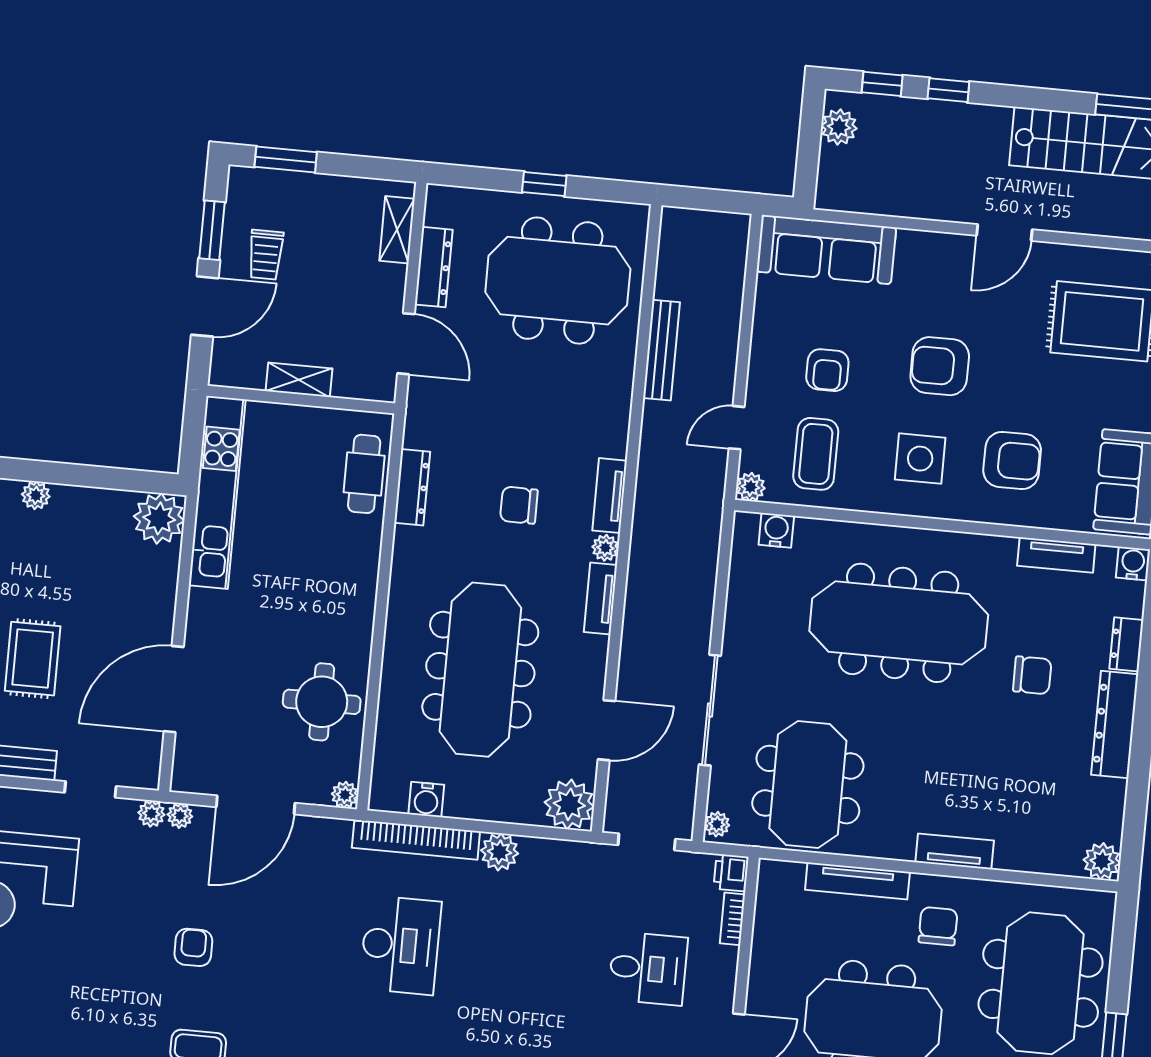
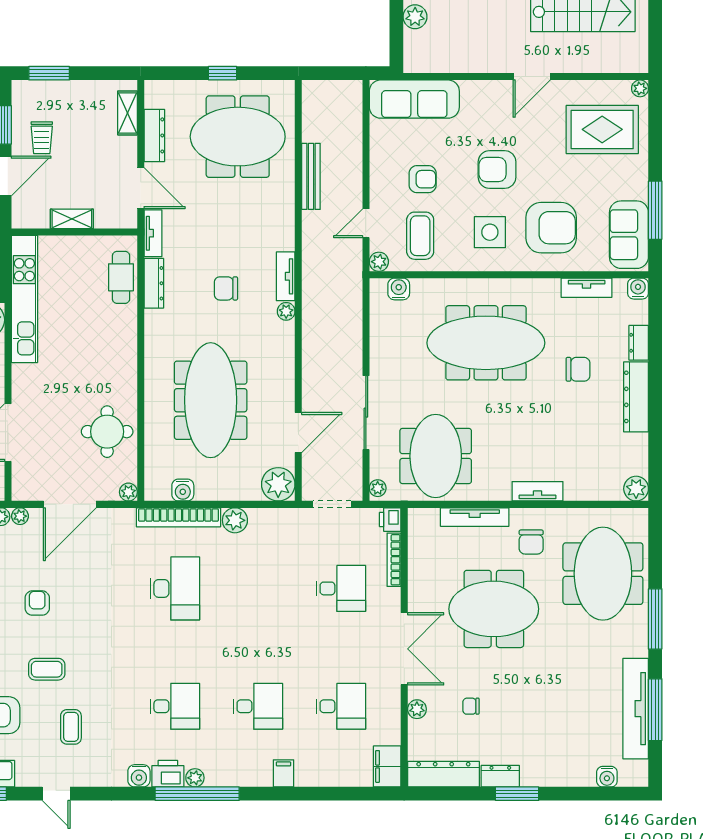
armchair: (827, 370) -> (423, 179), turned -90
armchair: (1012, 460) -> (551, 228), width x1.36, depth x1.36
tv unit: (600, 598) -> (153, 233), moved, turned 180
bookcase: (732, 919) -> (394, 560), width x1.56
chair: (938, 926) -> (531, 542), turned 180

